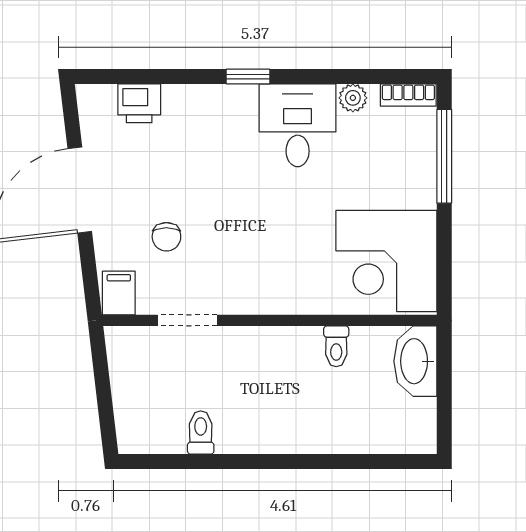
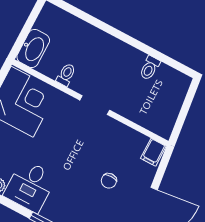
chair: (166, 237) -> (109, 181), moved, turned 180
doorway: (187, 320) -> (95, 105), moved

